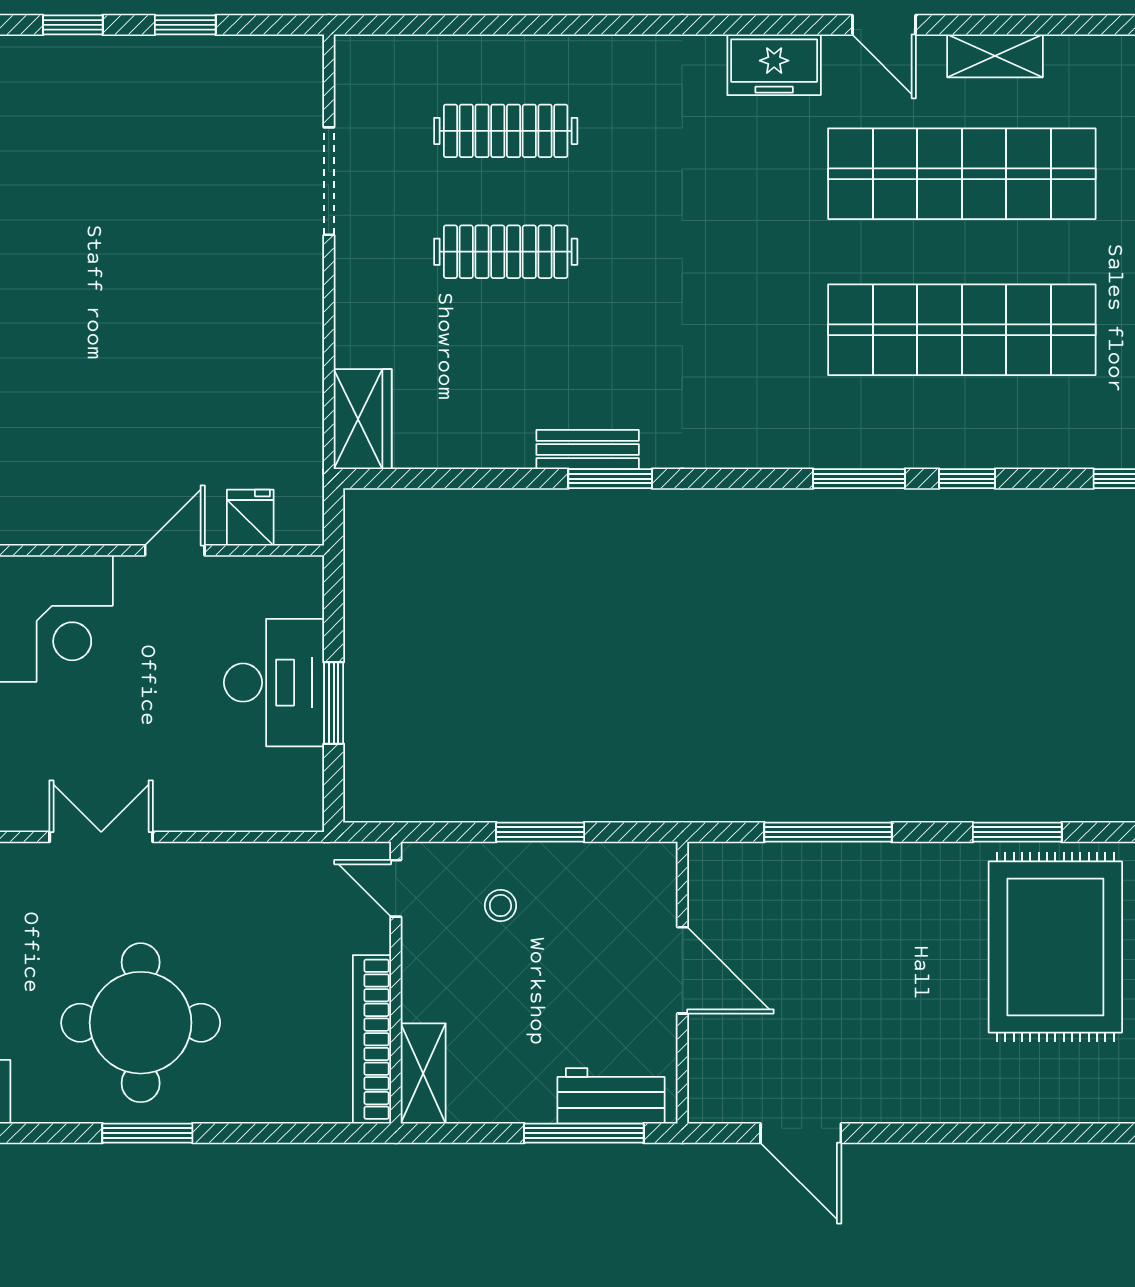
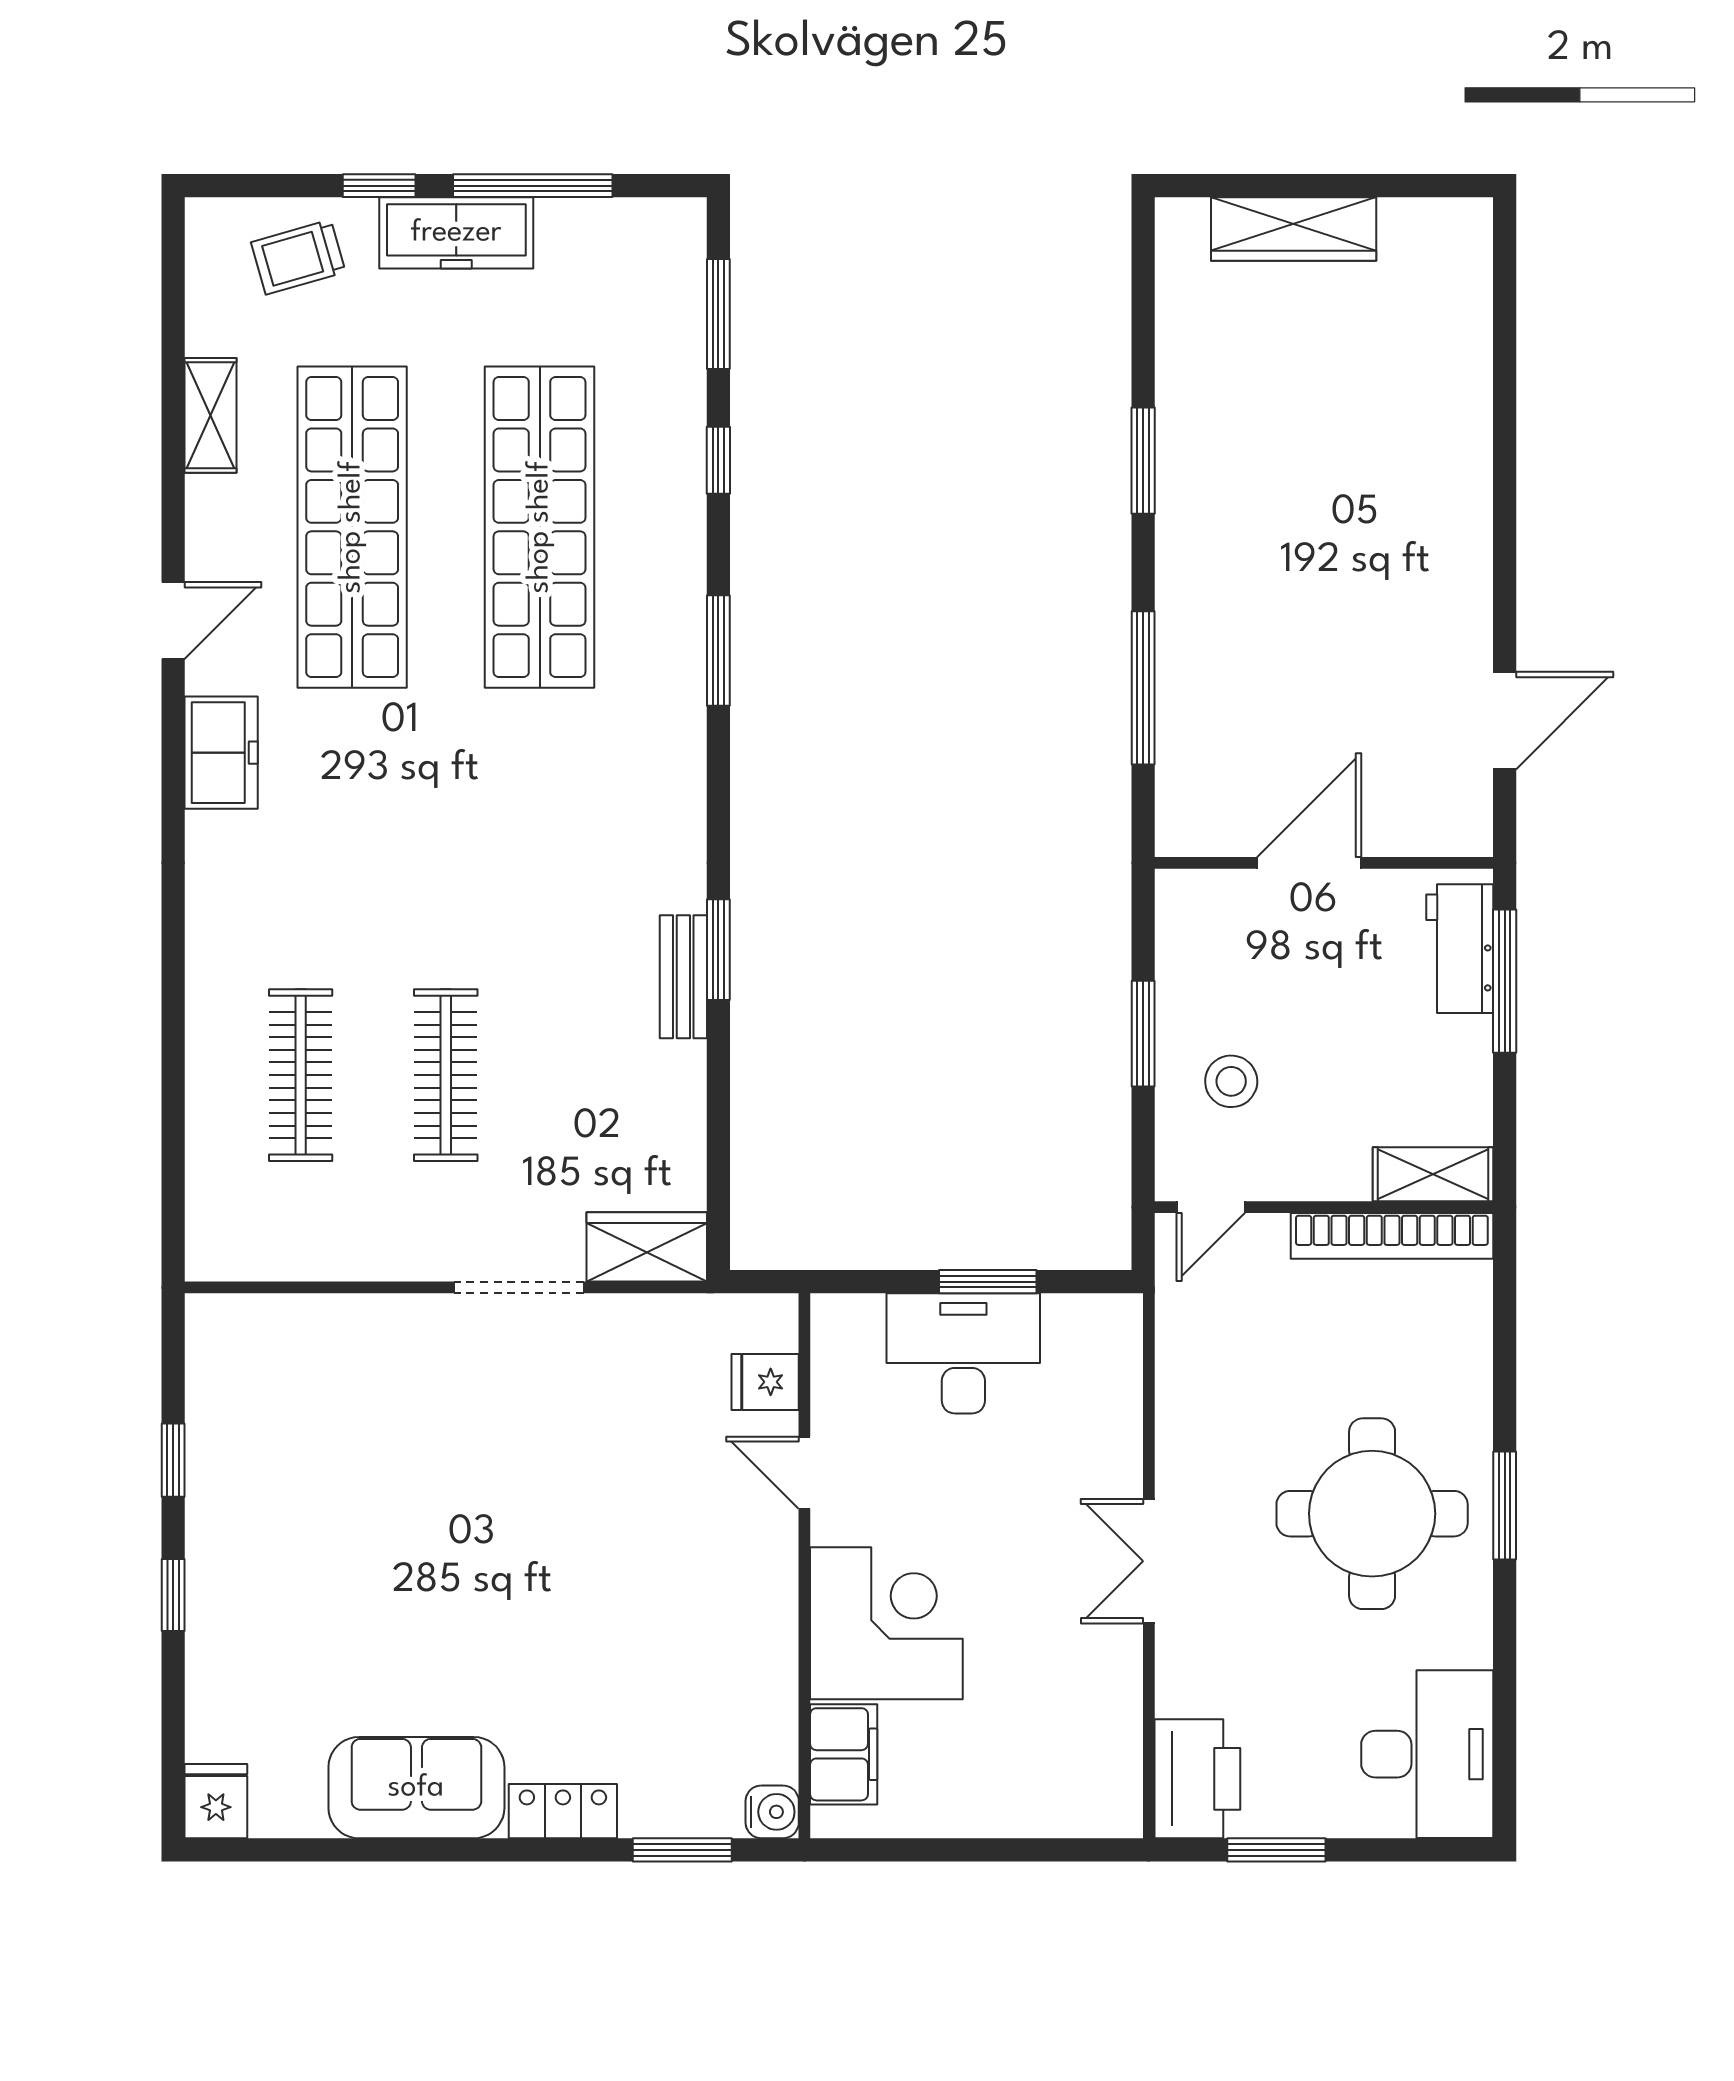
shelving: (995, 56) -> (211, 415), moved
doorway: (329, 181) -> (519, 1287), moved
window: (967, 479) -> (718, 460), moved
stool: (500, 906) -> (1231, 1081), width x1.37, depth x1.37
rug: (1055, 947) -> (1281, 415), removed

